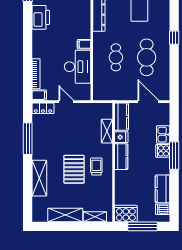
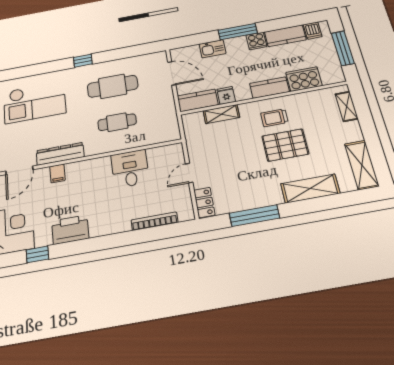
filing cabinet: (84, 44) -> (57, 173), moved
desk: (78, 67) -> (130, 169), width x0.73
filing cabinet: (39, 95) -> (186, 211), removed
door: (148, 102) -> (172, 73), swing flipped
cooker: (163, 151) -> (256, 41), moved
kitchen counter: (121, 157) -> (269, 88), moved
cooker: (126, 214) -> (304, 79), moved, turned 90
shelving: (65, 215) -> (362, 165), moved

